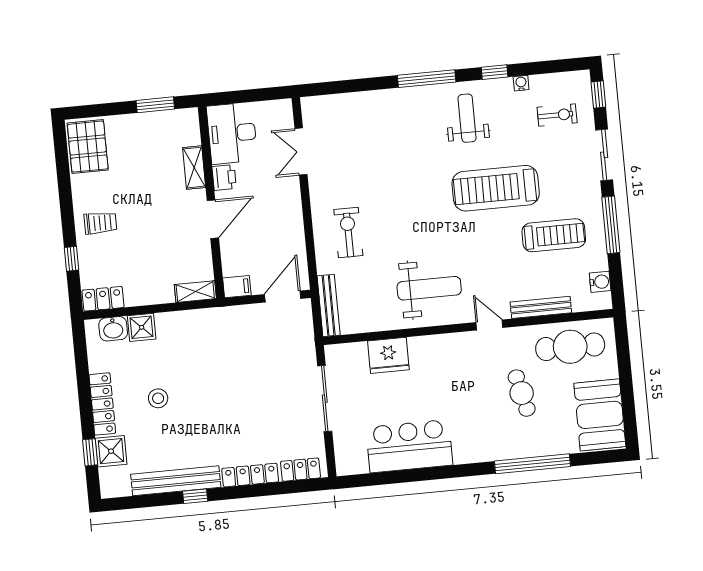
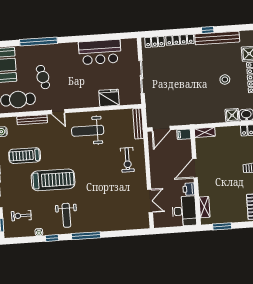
shelving: (194, 168) -> (204, 207), moved

